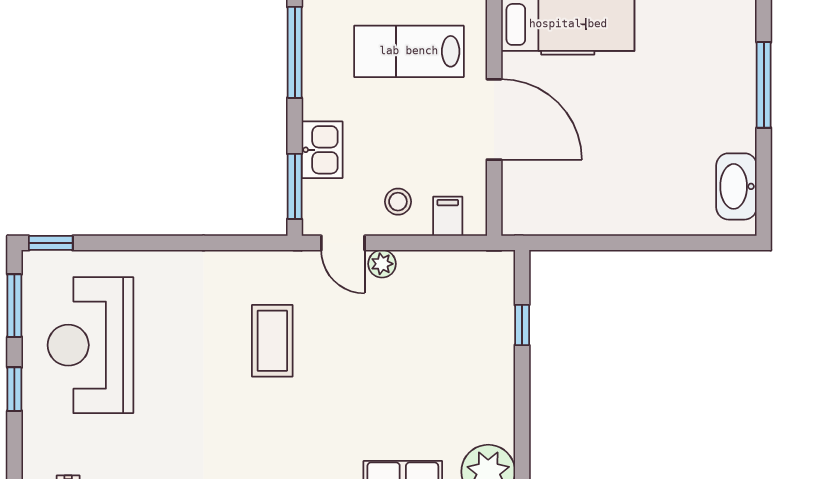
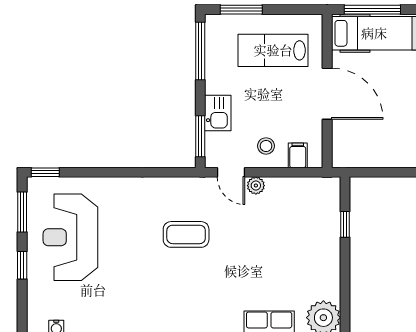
coffee table: (272, 341) -> (186, 234), turned 90

